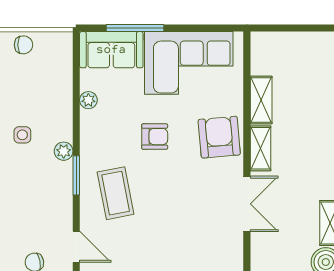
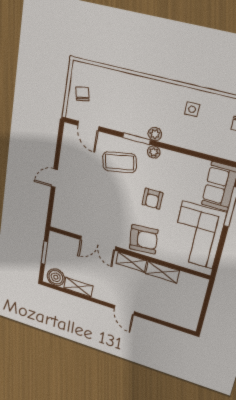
plant: (88, 100) -> (154, 152), moved
side table: (22, 135) -> (192, 109), moved
door: (76, 247) -> (88, 126), hinge flipped

